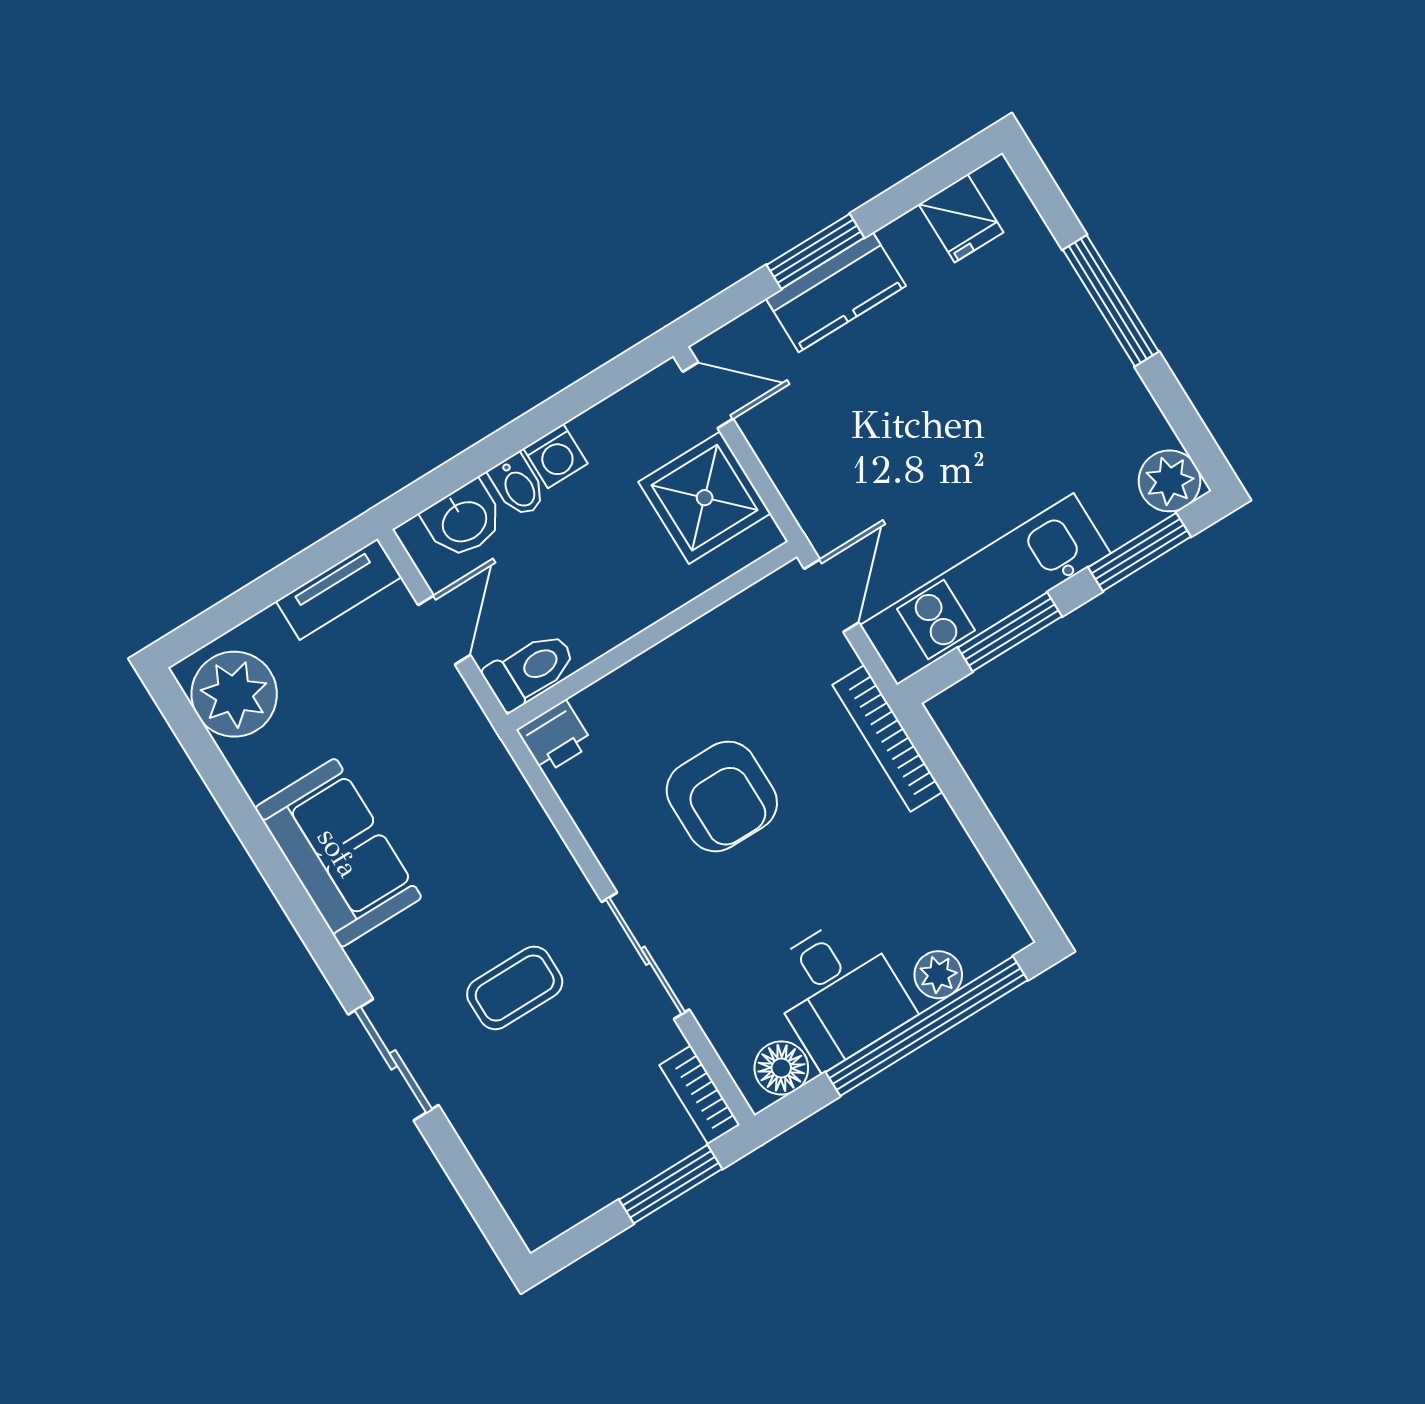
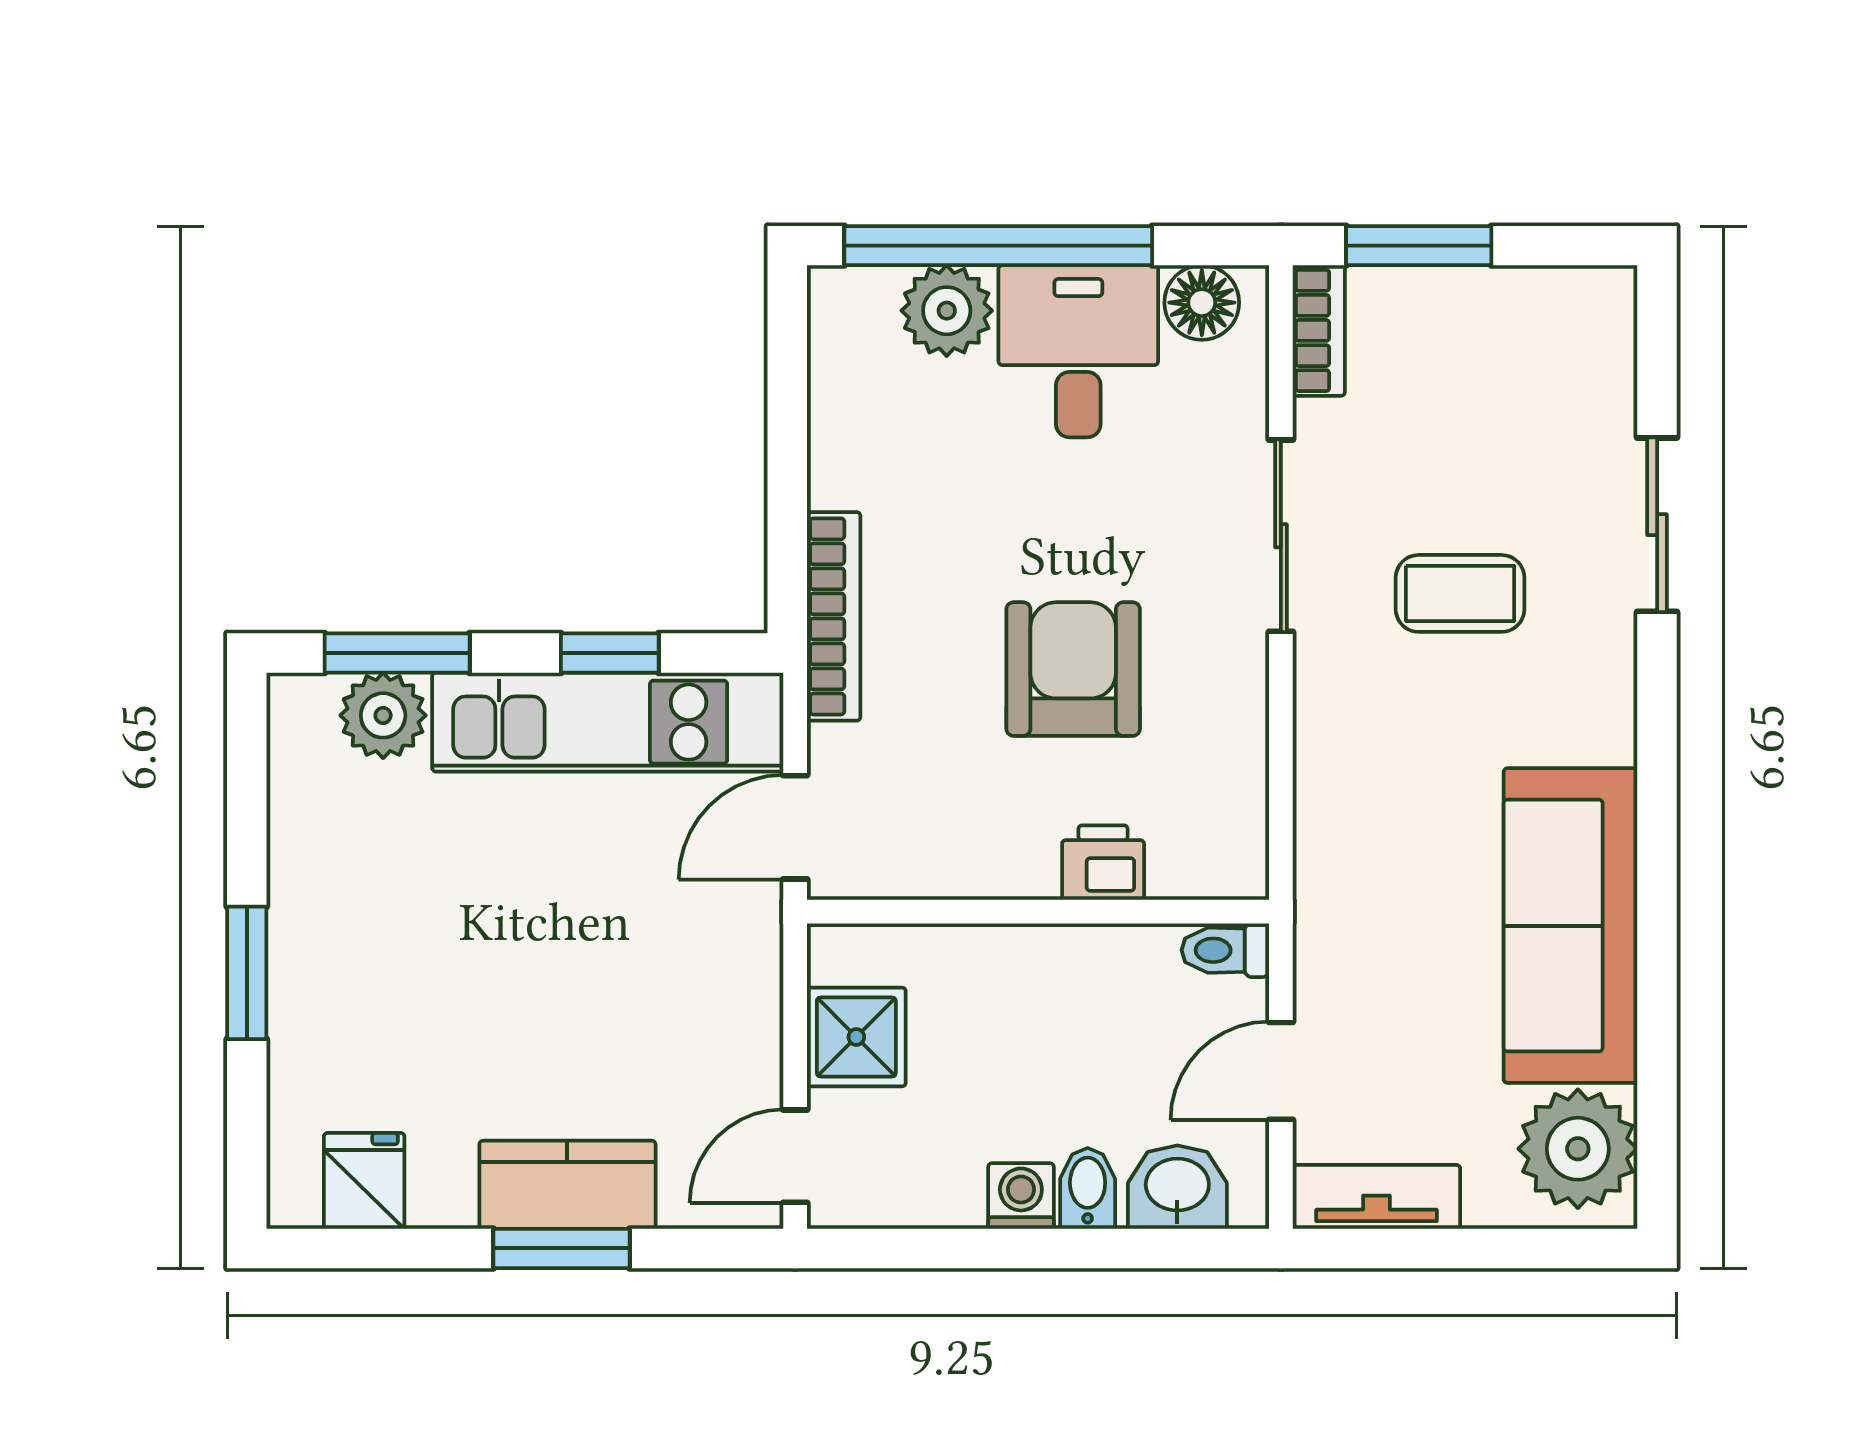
window: (1111, 301) -> (247, 973), width x0.69
door: (708, 395) -> (795, 1156), hinge flipped
plant: (1170, 481) -> (383, 715), moved
shower: (705, 498) -> (856, 1037), width x0.73, depth x0.73
window: (1010, 632) -> (610, 653), width x0.67
toilet: (530, 670) -> (1225, 950), width x0.73, depth x0.72
printer: (555, 737) -> (1103, 863), moved
sofa: (338, 853) -> (1571, 926), width x1.36
plant: (938, 975) -> (947, 311), width x1.38, depth x1.38
sliding door: (393, 1060) -> (1657, 525), moved

